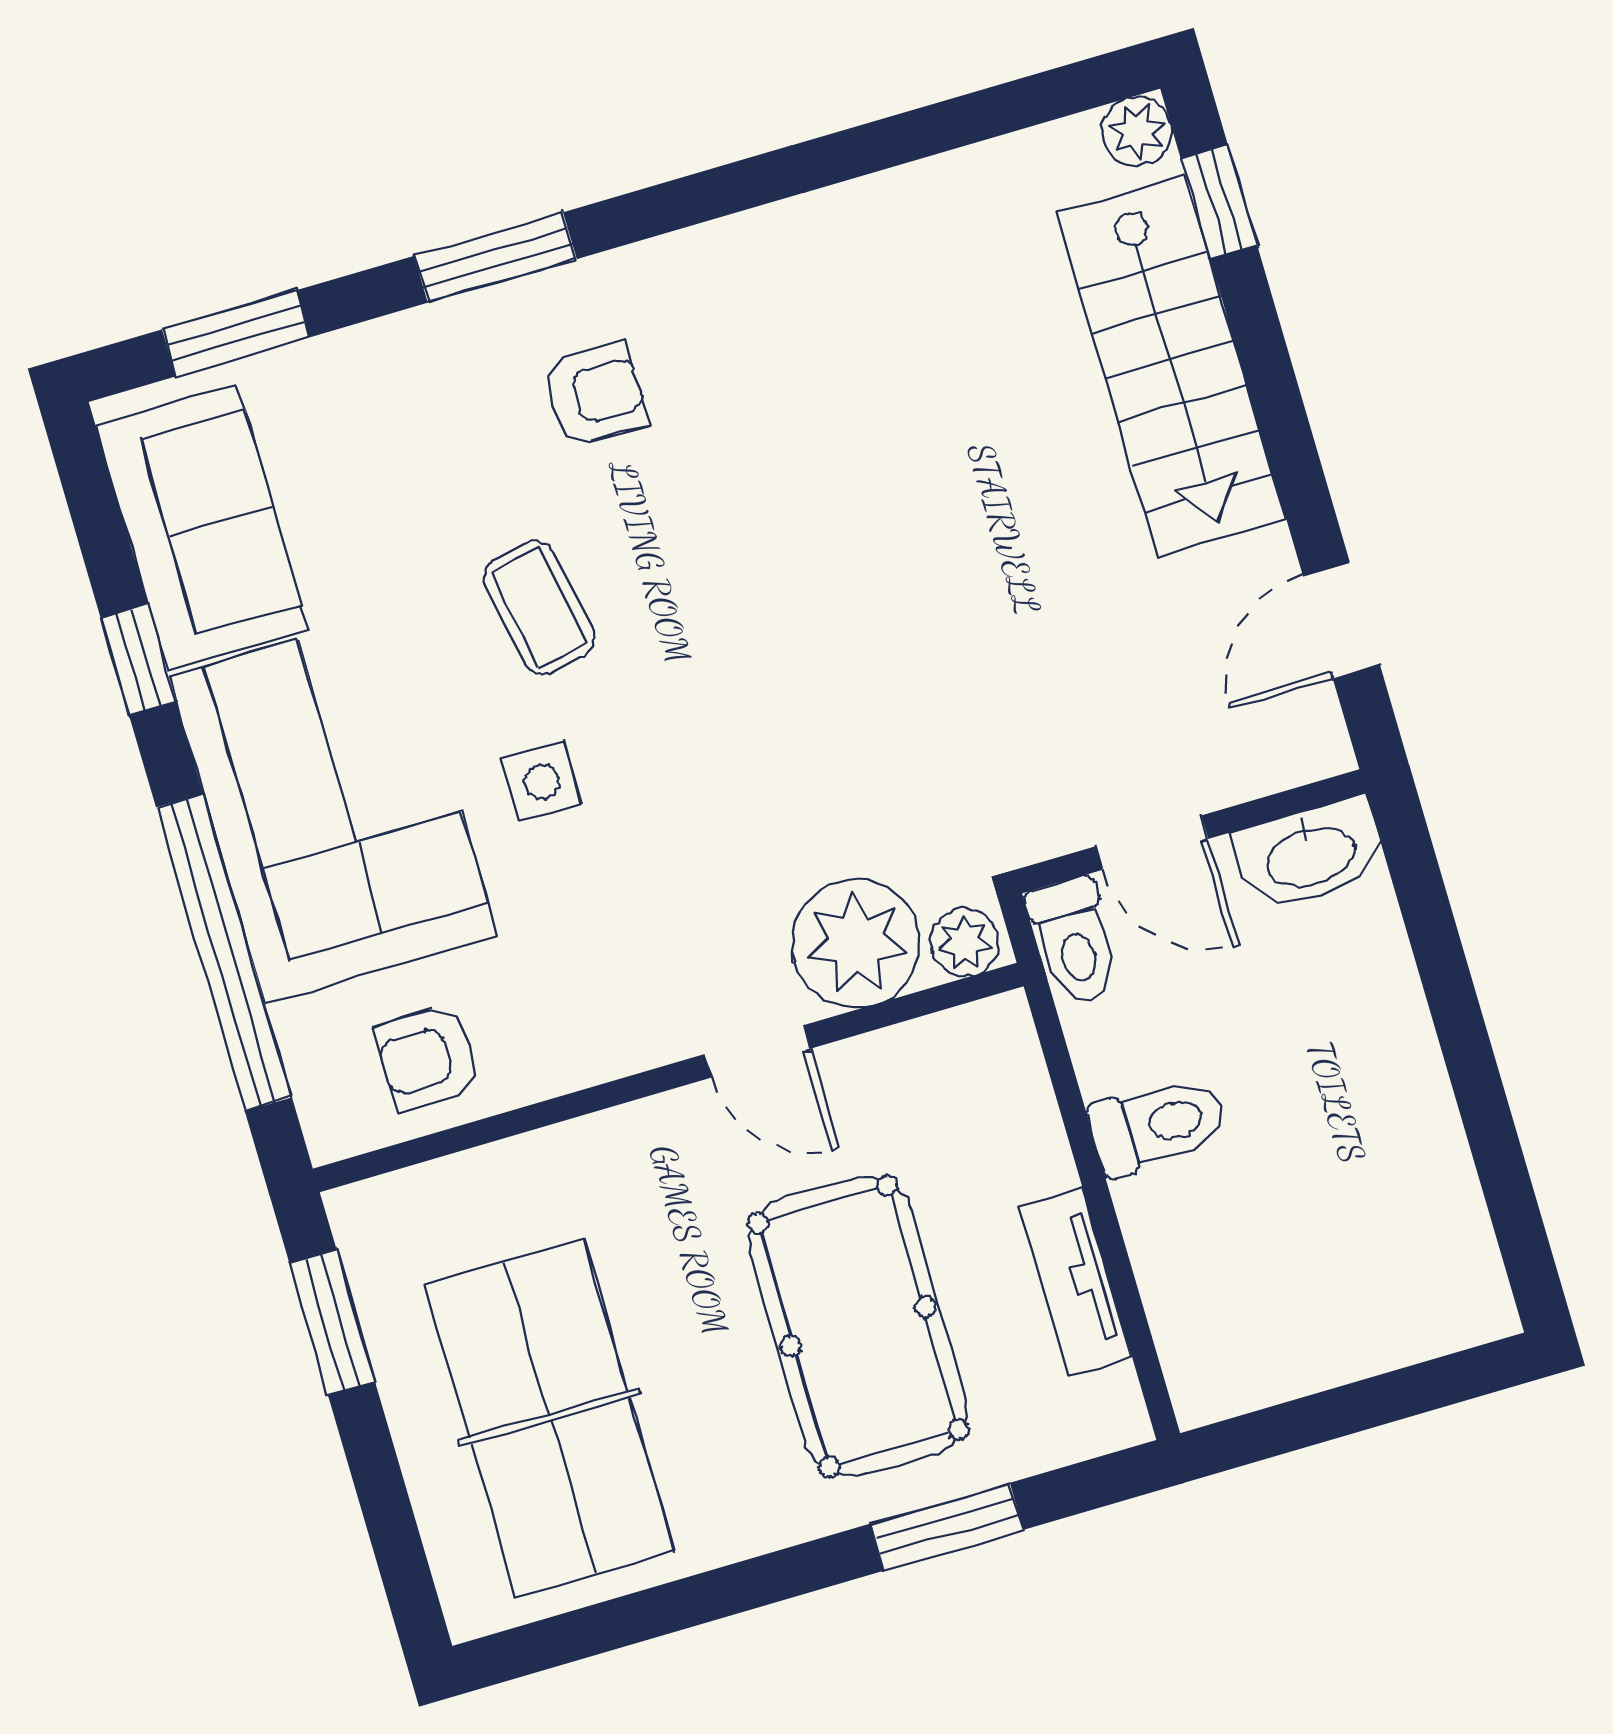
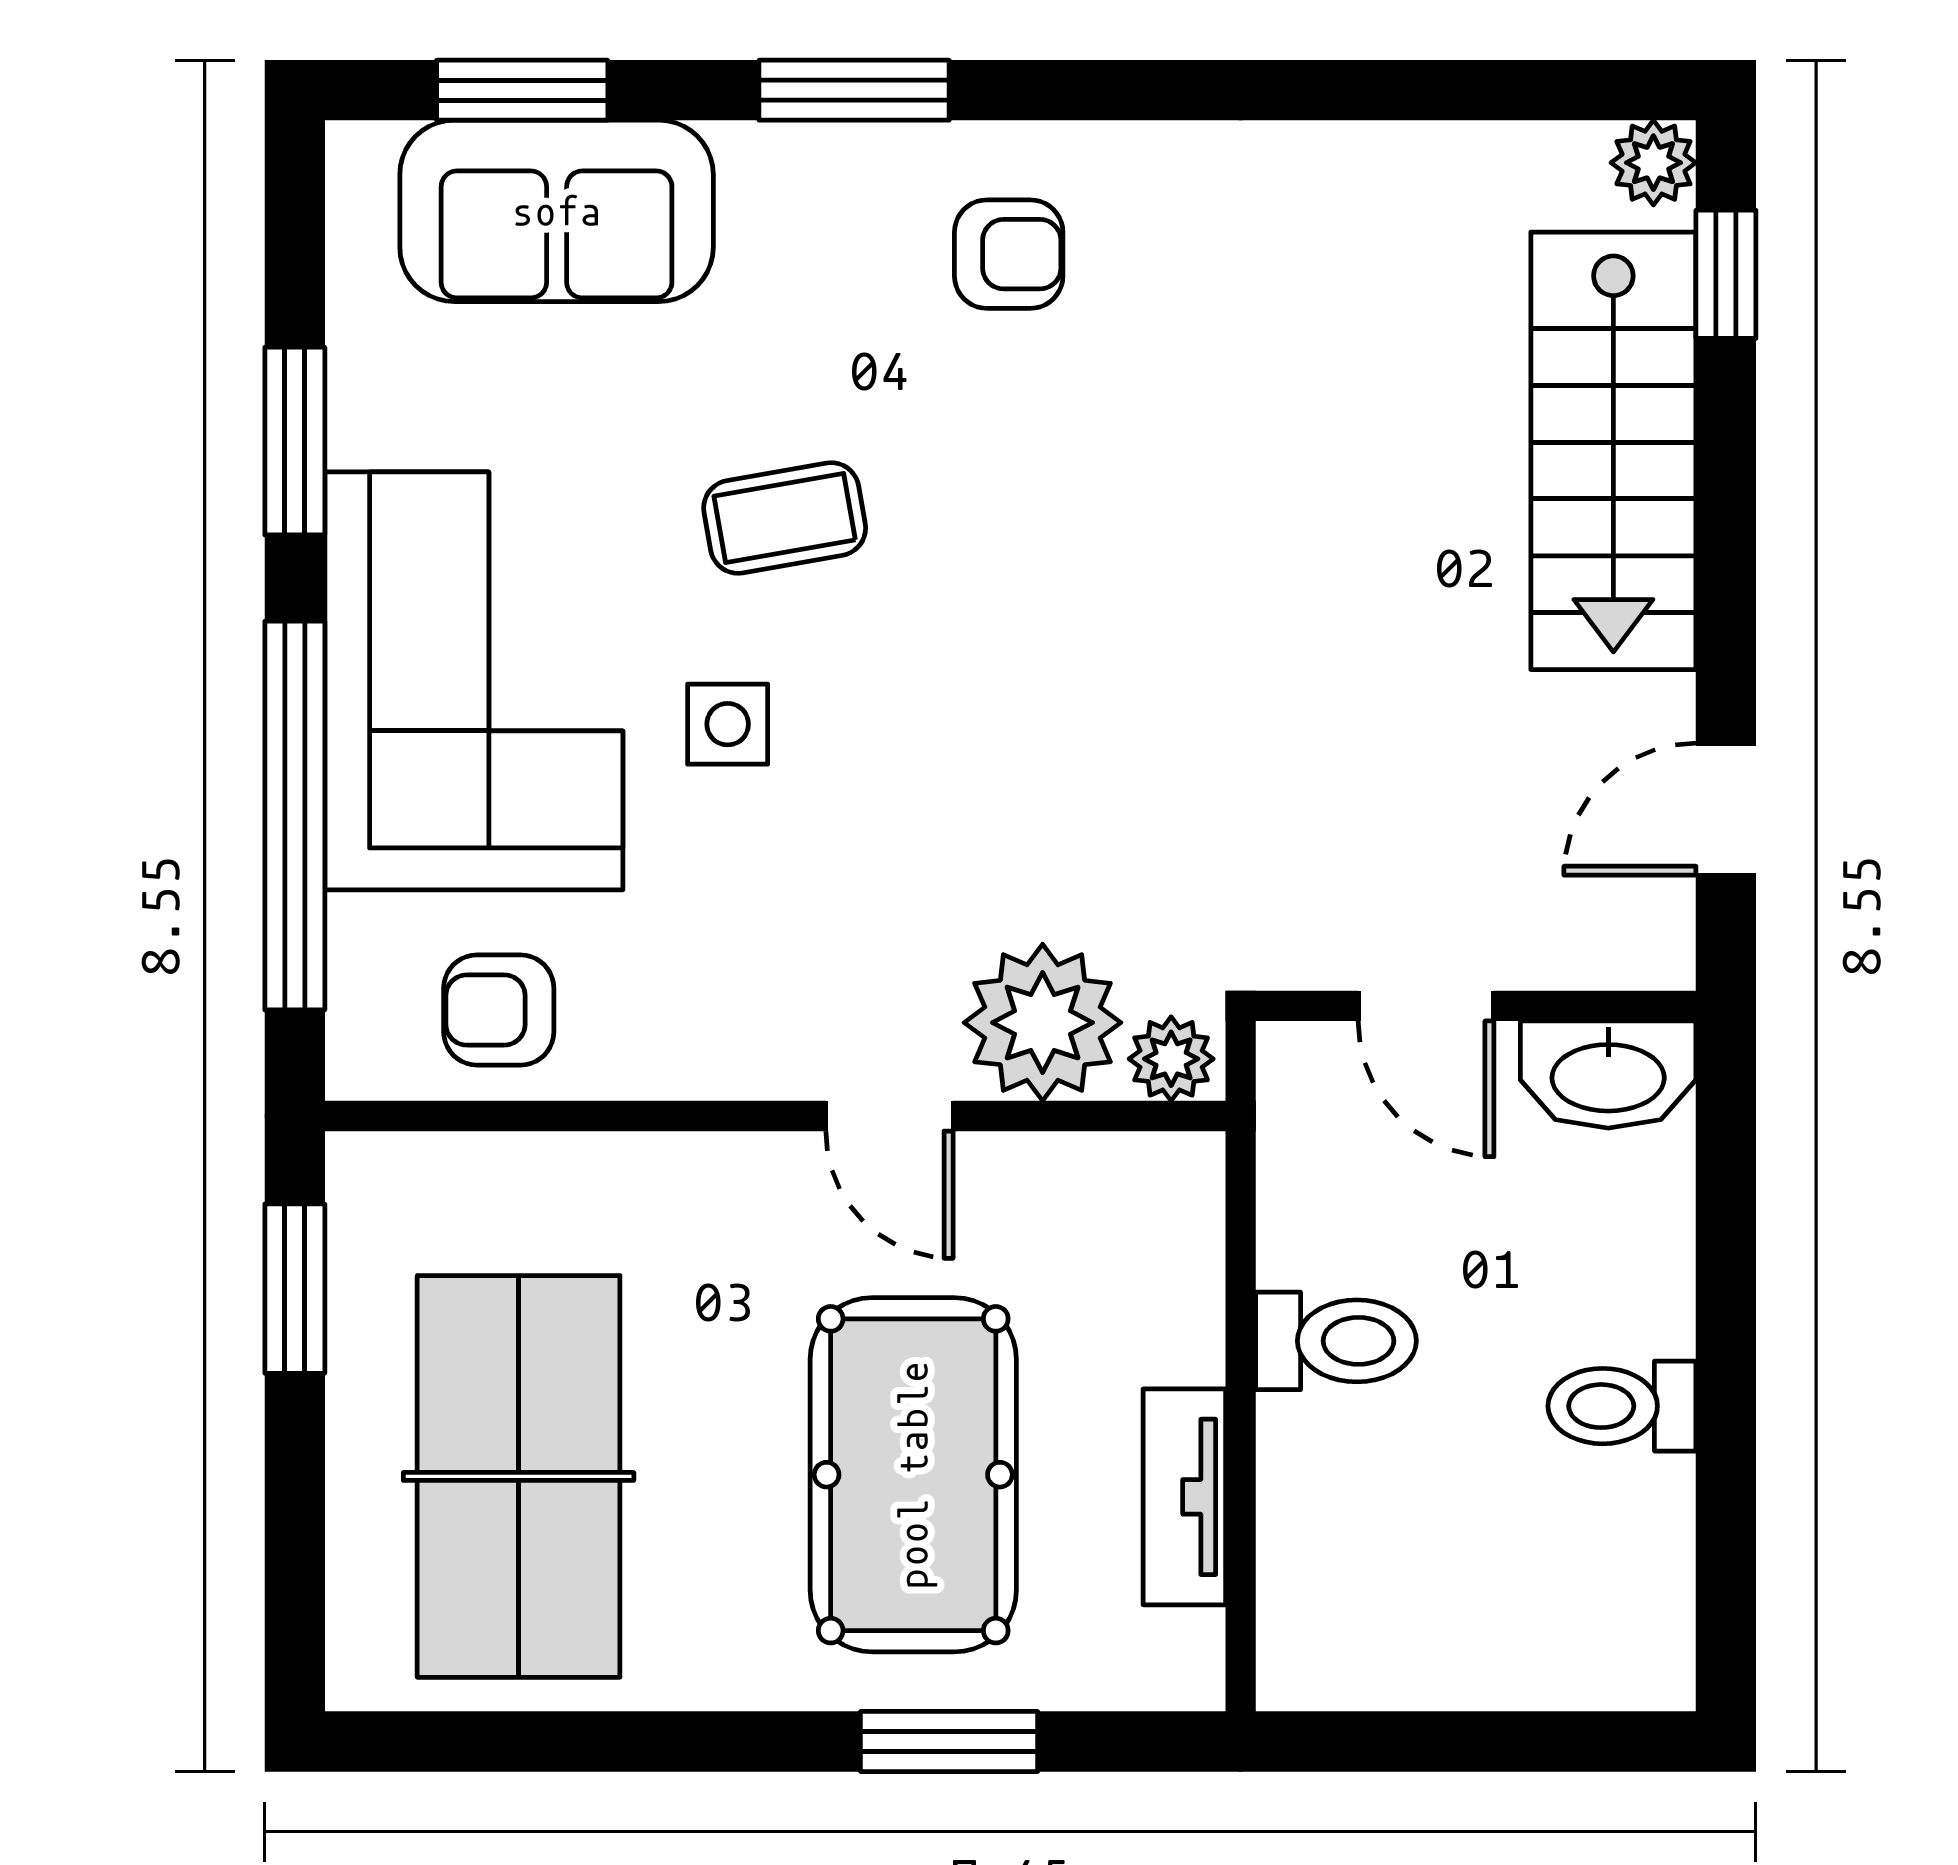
armchair: (595, 394) -> (1009, 254), moved
sofa: (202, 527) -> (557, 211), moved, turned 90
coffee table: (539, 608) -> (785, 518), turned 90
window: (138, 660) -> (295, 441), width x1.50
toilet: (1074, 941) -> (1622, 1406), moved, turned 90

